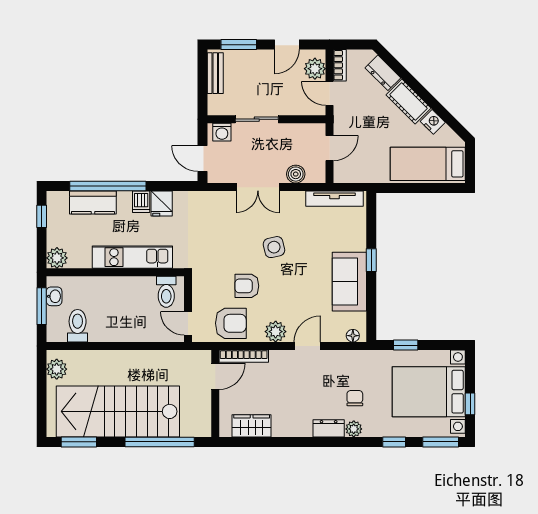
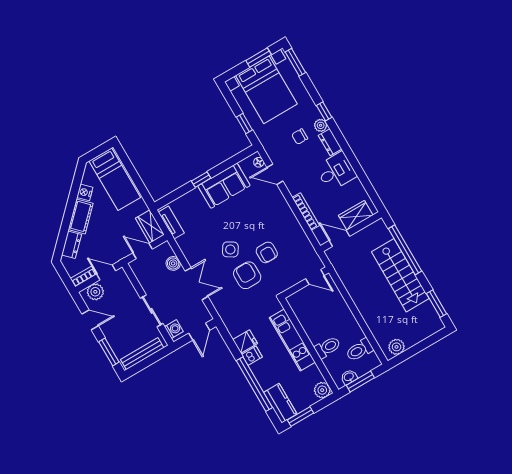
bench: (215, 73) -> (142, 354), width x1.36
door: (330, 93) -> (106, 272), swing flipped
wardrobe: (352, 172) -> (150, 226), added
tv unit: (334, 199) -> (171, 222), width x0.71
kitchen counter: (93, 202) -> (280, 403), moved
window: (42, 216) -> (300, 417), width x1.50
side table: (274, 247) -> (230, 249), turned 45
toilet: (166, 292) -> (328, 347), moved
door: (188, 323) -> (315, 277), hinge flipped
armchair: (231, 323) -> (247, 275), moved
plant: (276, 332) -> (286, 215), removed
door: (307, 346) -> (275, 174), moved
bookcase: (244, 356) -> (306, 212), moved
window: (470, 404) -> (259, 57), width x1.50
stairs: (118, 411) -> (400, 275), width x0.73, depth x0.66
desk: (292, 416) -> (336, 172), added
wardrobe: (252, 426) -> (356, 215), moved, turned 90
window: (394, 442) -> (324, 111), moved

